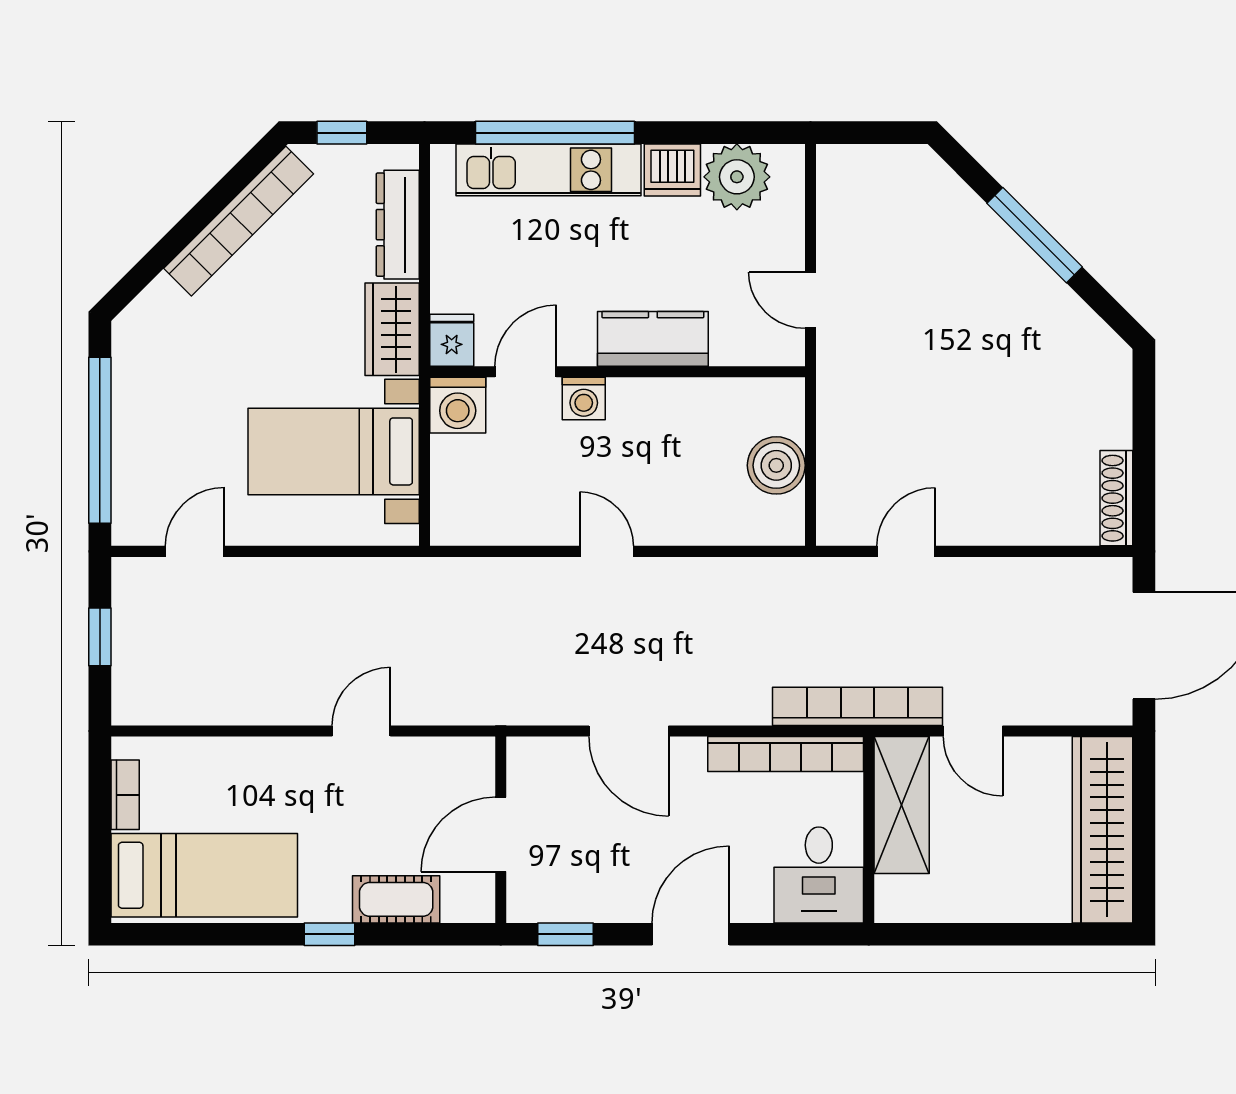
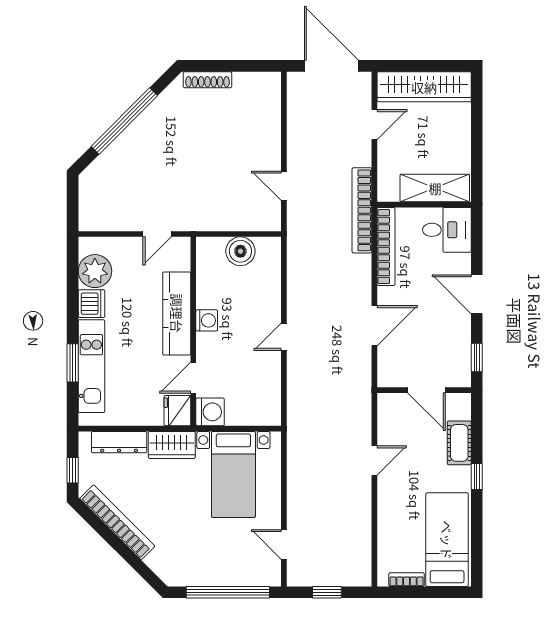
window: (555, 133) -> (73, 363), width x0.47
window: (1035, 235) -> (124, 121), width x1.46
kitchen counter: (653, 339) -> (177, 313), width x1.50
fridge: (452, 340) -> (177, 411), width x1.38
door: (526, 372) -> (193, 378), hinge flipped
washing machine: (584, 399) -> (207, 320), moved
shoe rack: (1116, 498) -> (207, 80), moved
door: (361, 731) -> (374, 460), swing flipped
door: (973, 731) -> (374, 125), moved
shelving: (902, 805) -> (435, 188), moved

